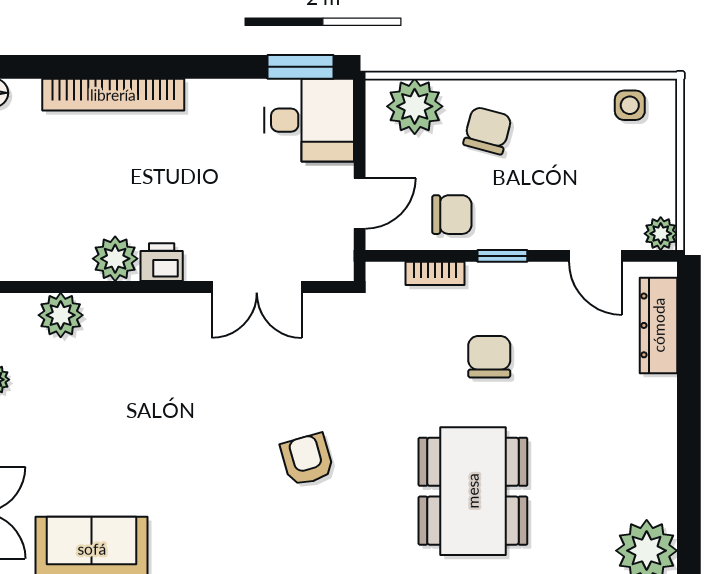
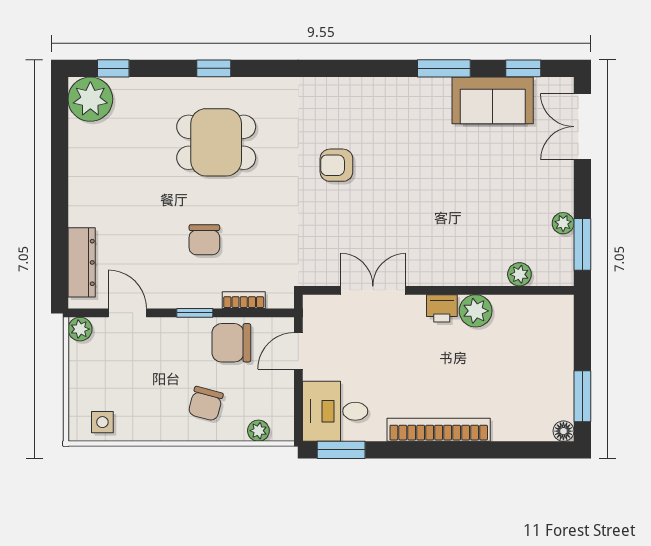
bookcase: (113, 95) -> (439, 430), moved
plant: (415, 106) -> (258, 431), width x0.53, depth x0.53
chair: (452, 215) -> (231, 343), width x1.37, depth x1.37
plant: (61, 315) -> (519, 274), width x0.73, depth x0.73
armchair: (307, 460) -> (336, 165), turned 106
dining table: (473, 491) -> (216, 142), width x0.73

